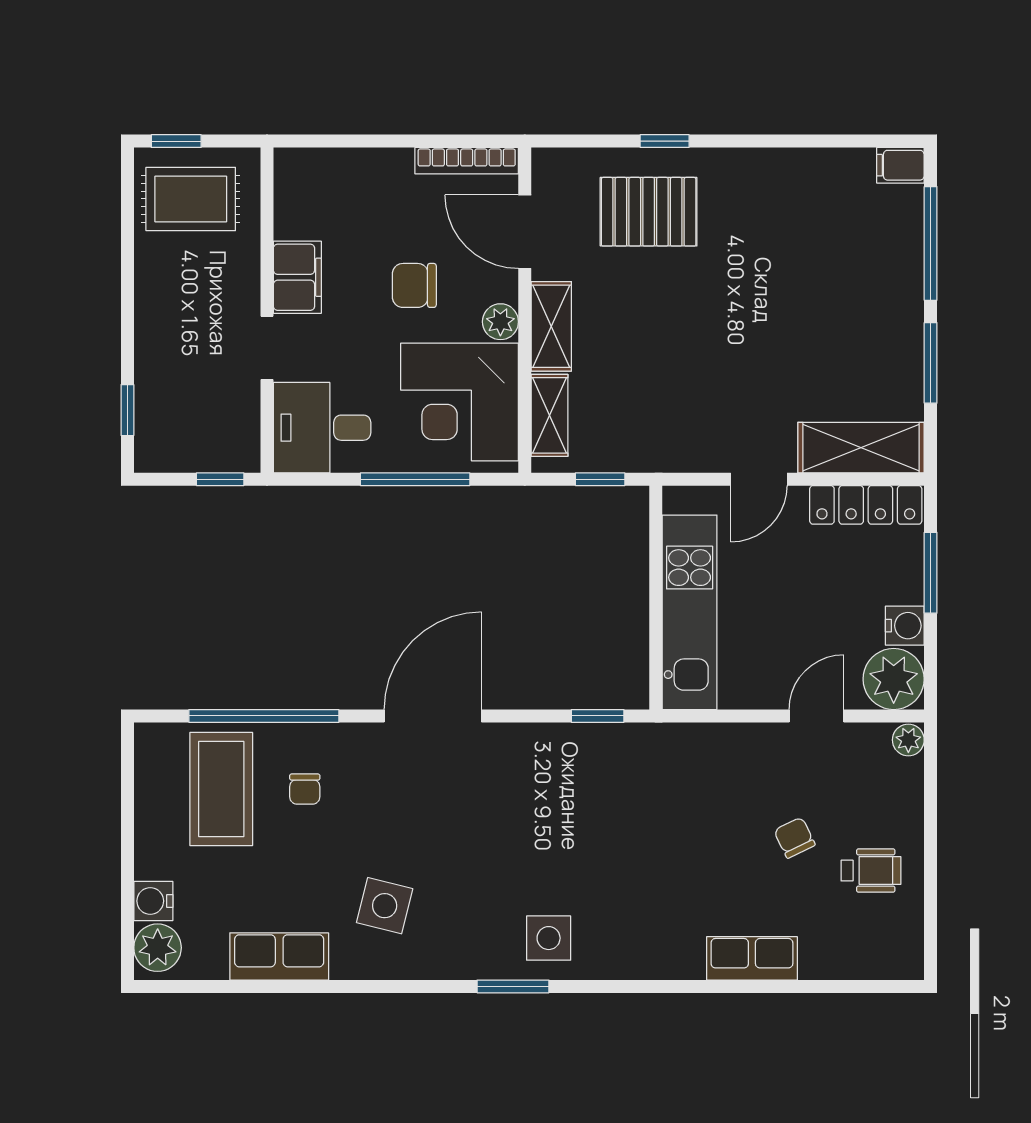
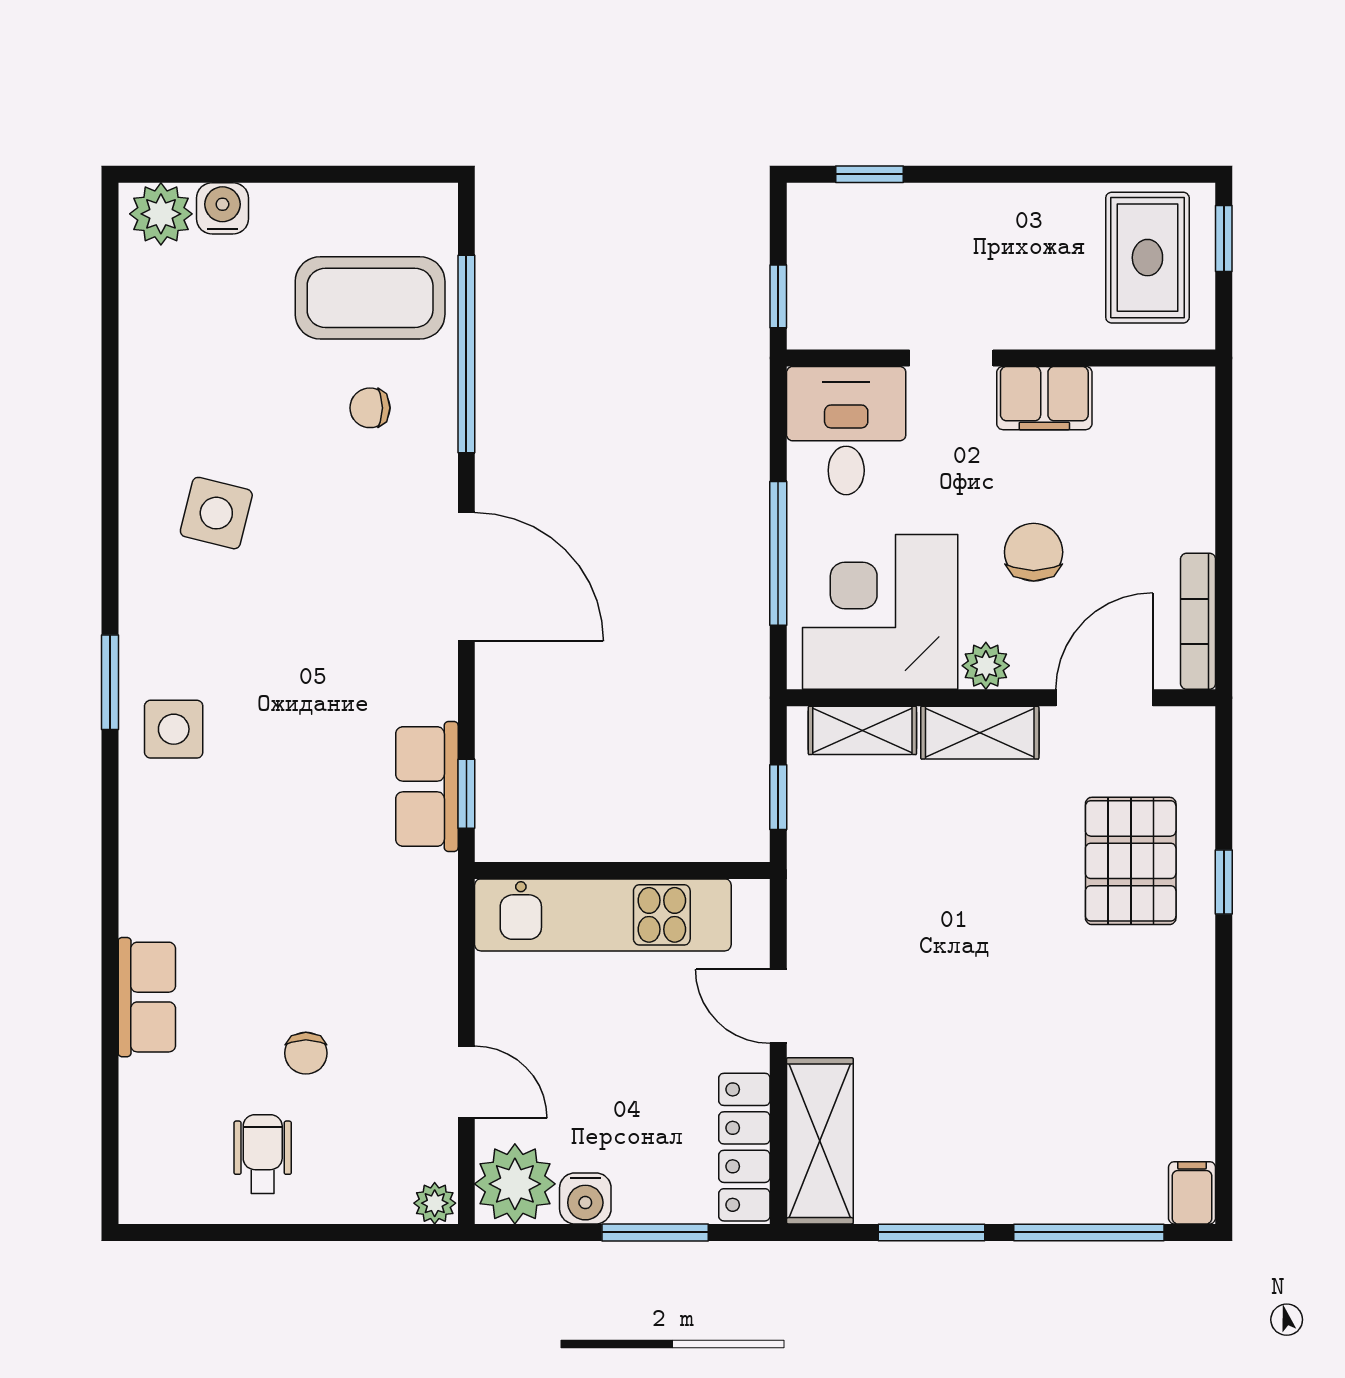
chair: (795, 838) -> (306, 1053), turned 116
wheelchair: (871, 871) -> (263, 1154), turned 180
row of seats: (279, 956) -> (427, 786), moved, turned 180

